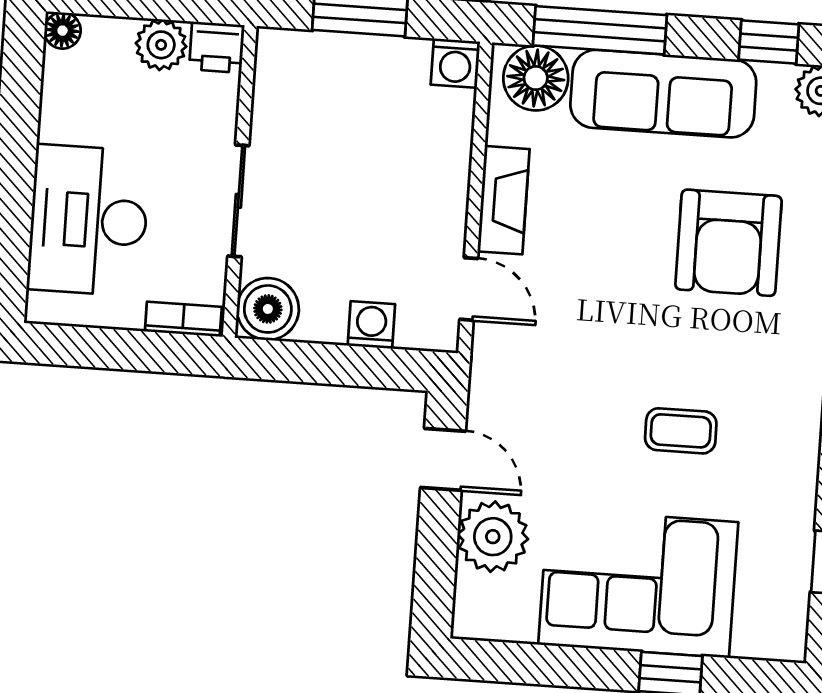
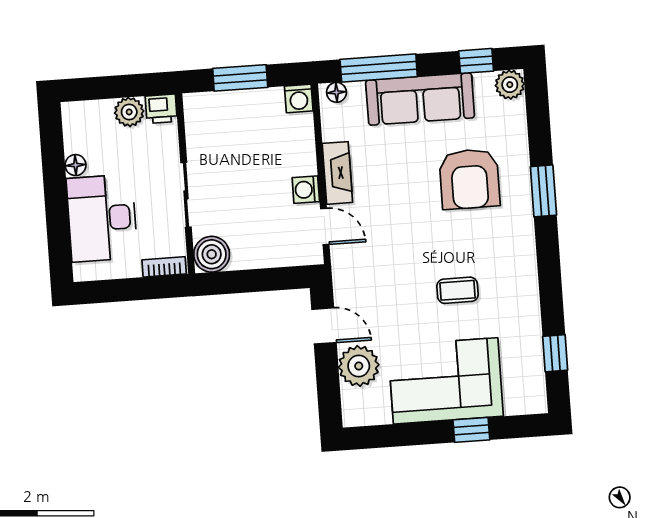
floor lamp: (63, 31) -> (75, 165), moved
floor lamp: (536, 78) -> (336, 92), width x0.53, depth x0.53
washing machine: (371, 325) -> (306, 190), moved, turned -90

